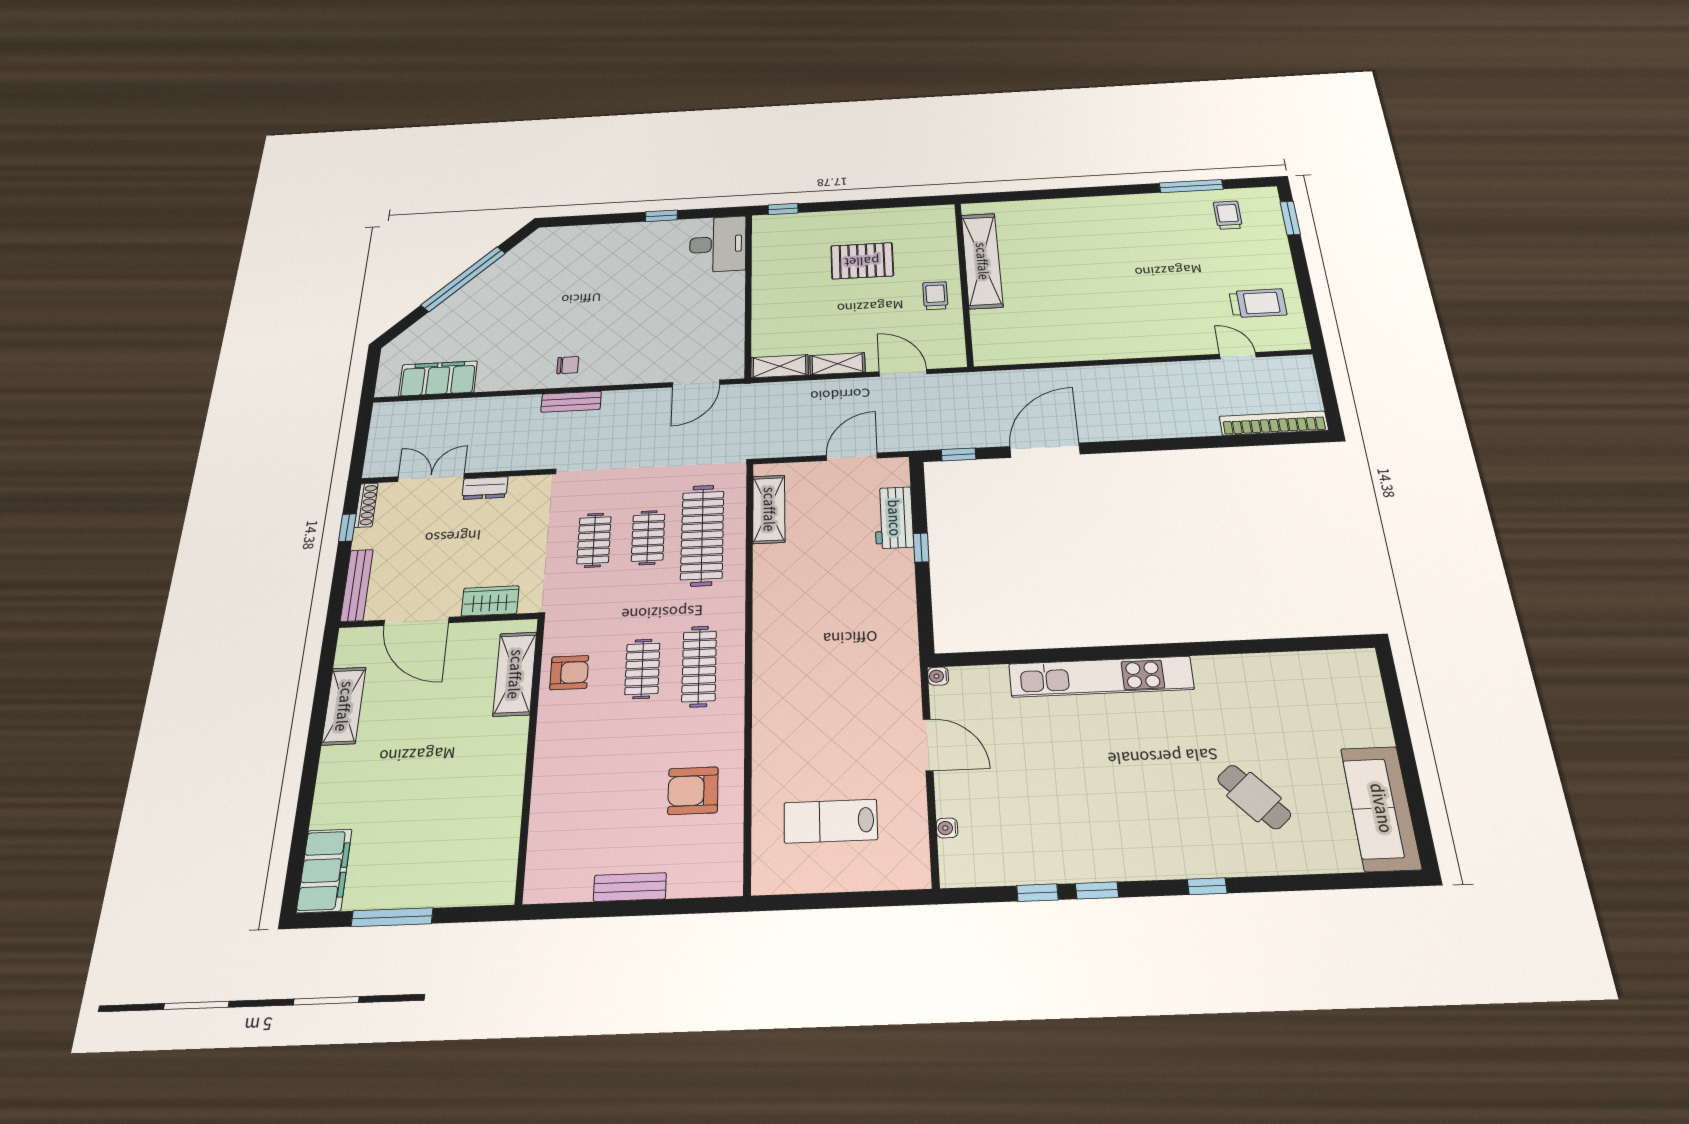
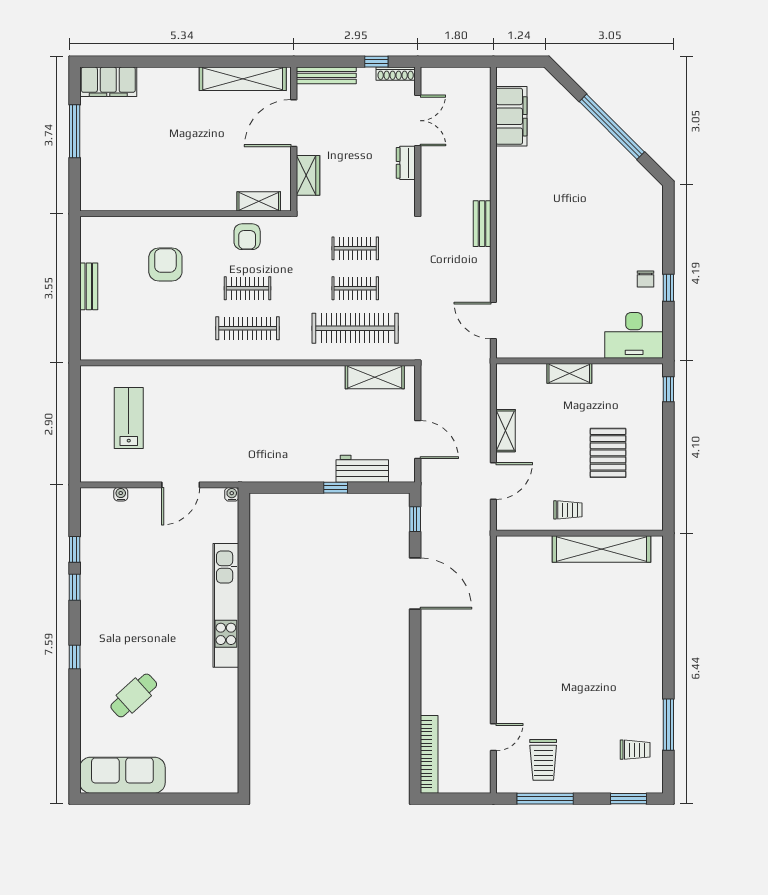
window: (1308, 299) -> (545, 799), added
chair: (568, 365) -> (646, 279), moved
shelving: (779, 366) -> (569, 373), moved, turned 90
shelving: (515, 674) -> (259, 201), width x0.67, depth x0.75
shelving: (344, 706) -> (243, 79), width x1.47
armchair: (693, 791) -> (165, 265), moved

